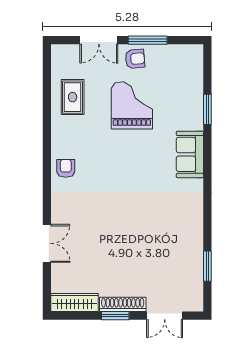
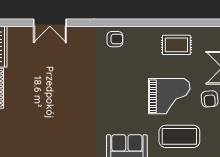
coffee table: (178, 94) -> (179, 136), added

